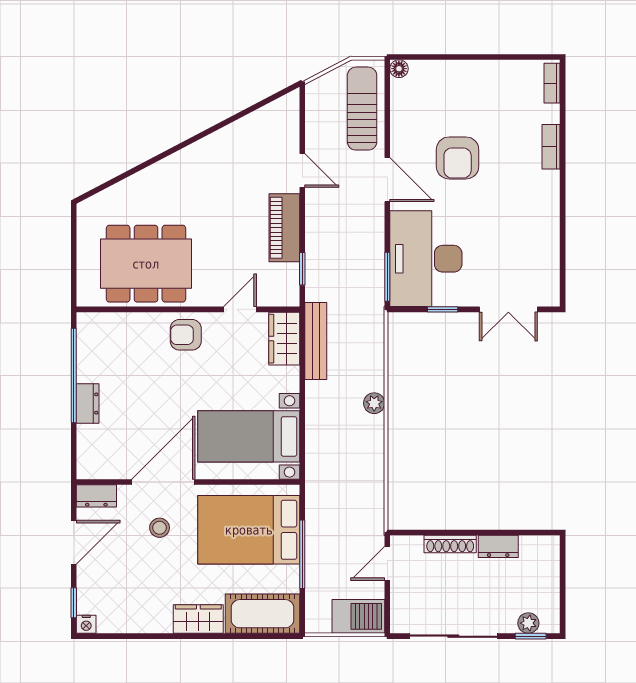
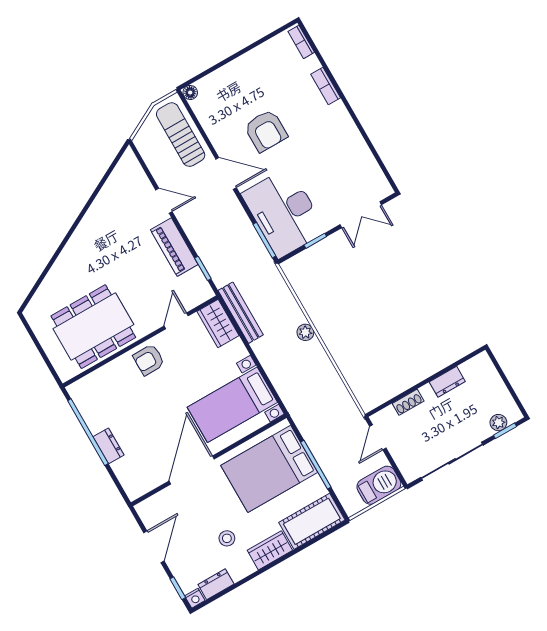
dresser: (96, 496) -> (216, 584), moved, turned 180
stool: (160, 528) -> (227, 538), moved
shoe rack: (450, 544) -> (408, 402), width x0.70

